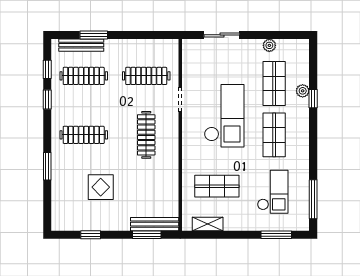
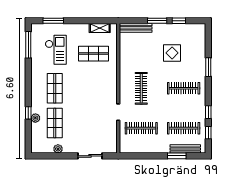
checkout: (224, 116) -> (89, 101), removed
checkout: (273, 192) -> (56, 50), turned 180
window: (147, 235) -> (157, 21), moved

